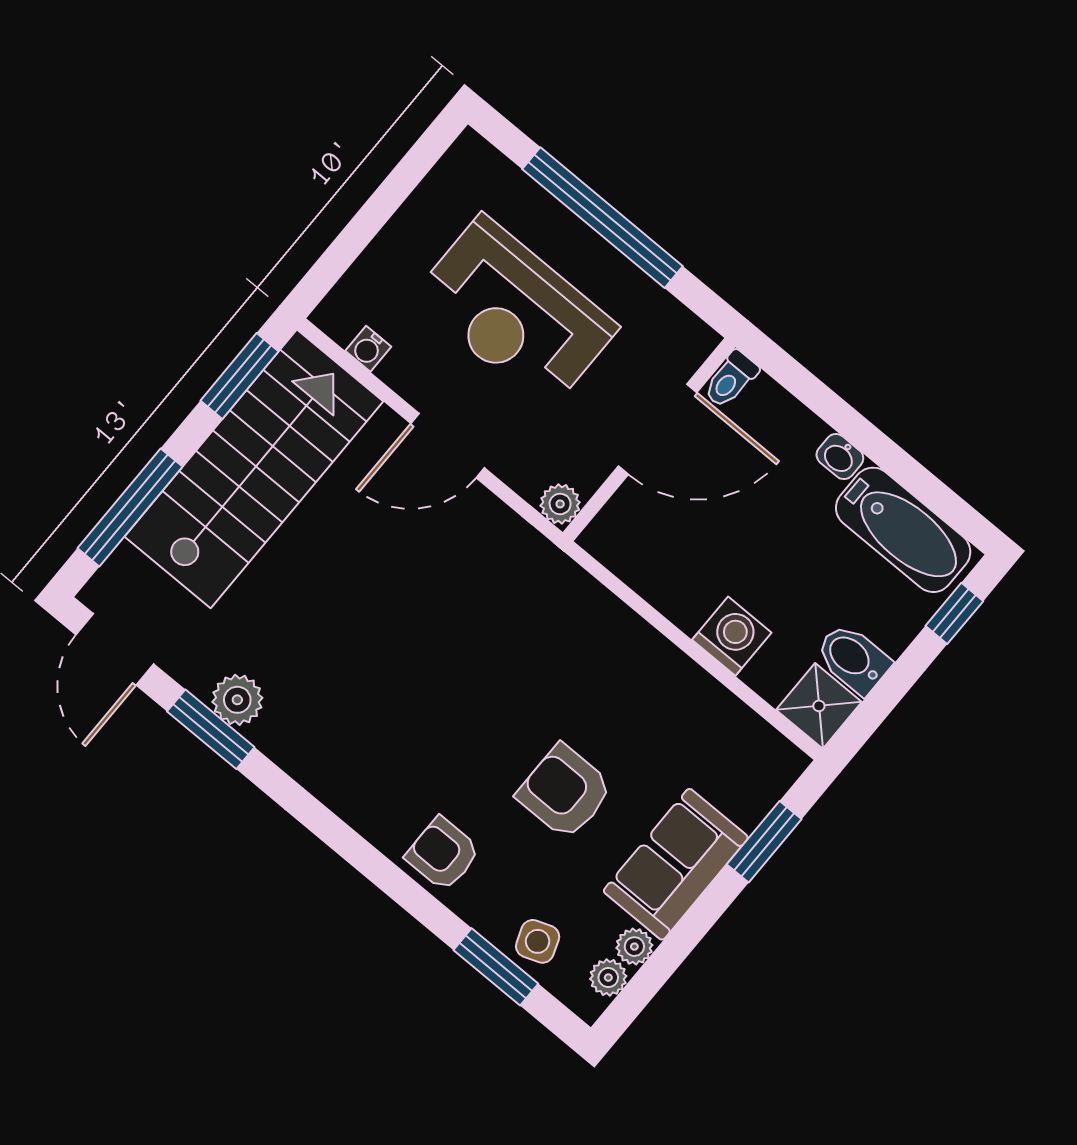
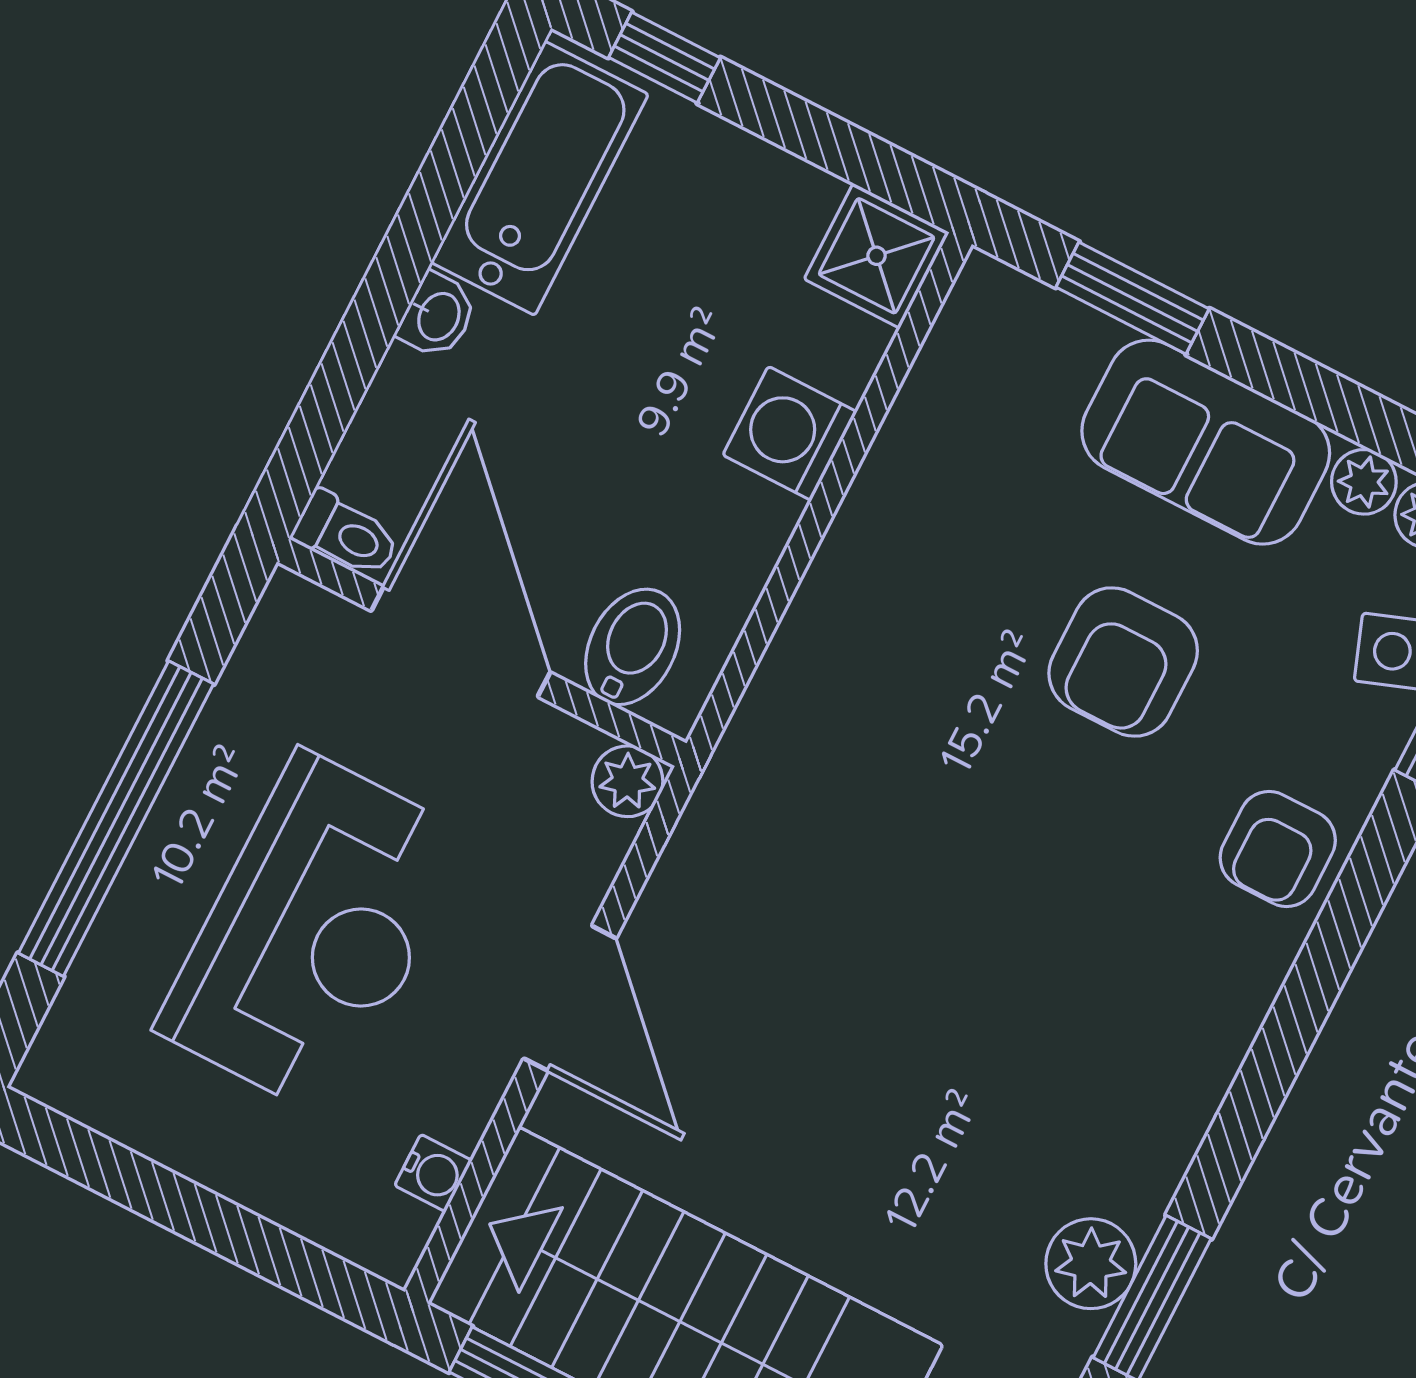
bidet: (853, 659) -> (633, 647), moved, turned 180

